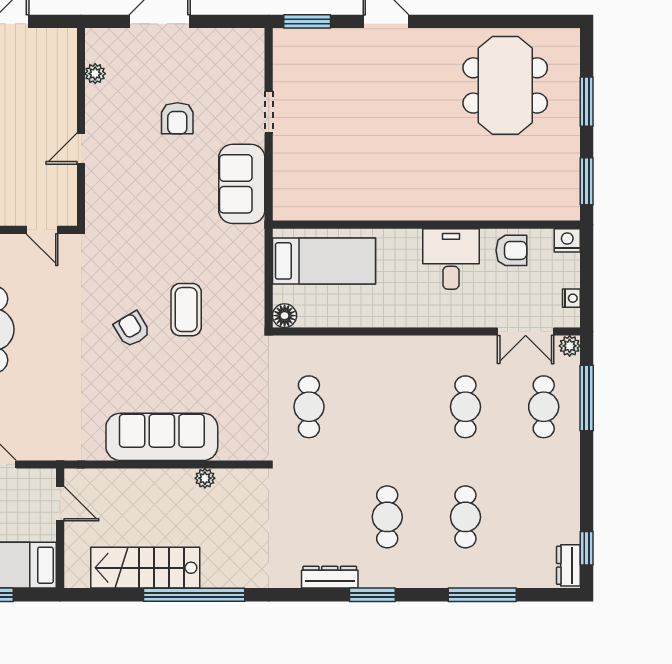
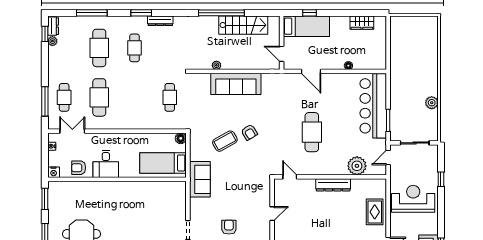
sofa: (242, 184) -> (200, 179), moved
coffee table: (186, 310) -> (225, 141), turned 61
plant: (570, 346) -> (52, 41), moved
cafe table: (465, 407) -> (99, 97), width x1.37, depth x1.35
cafe table: (465, 517) -> (99, 48), width x1.37, depth x1.35

